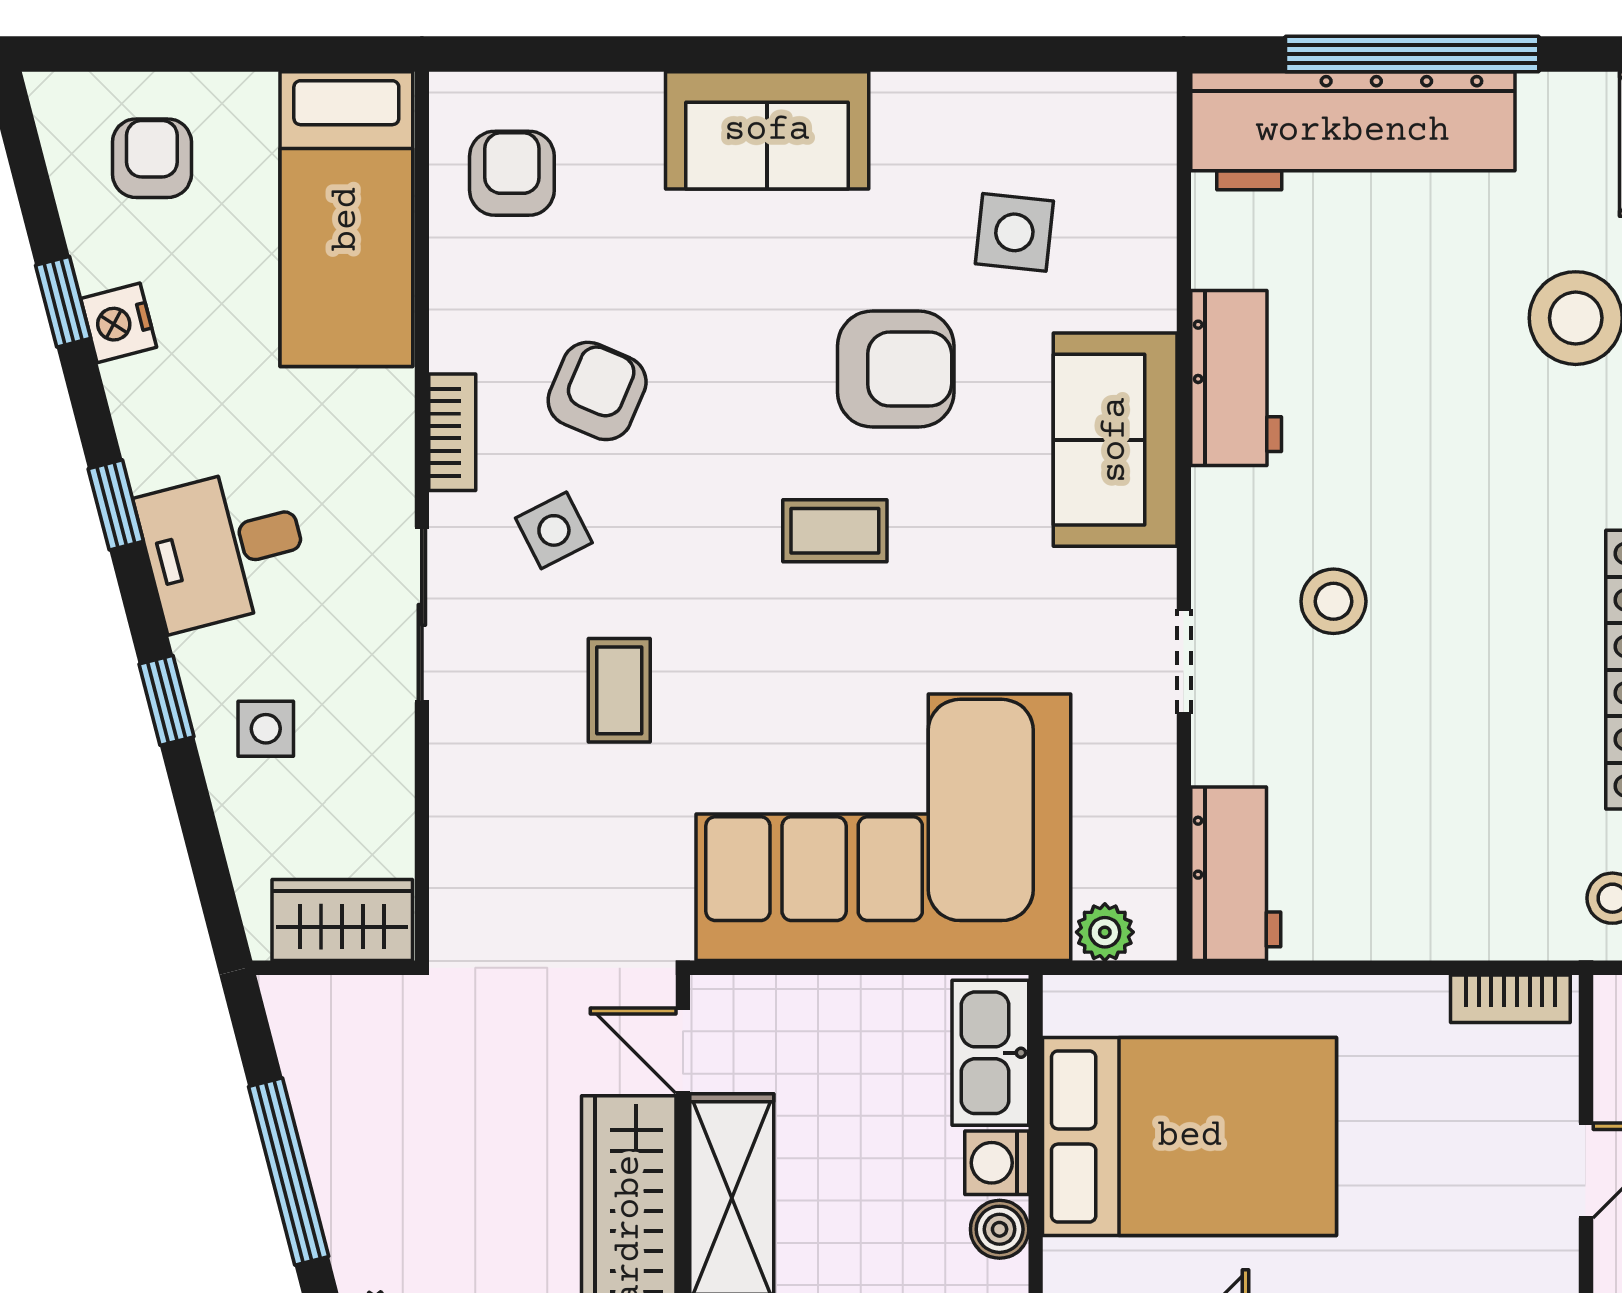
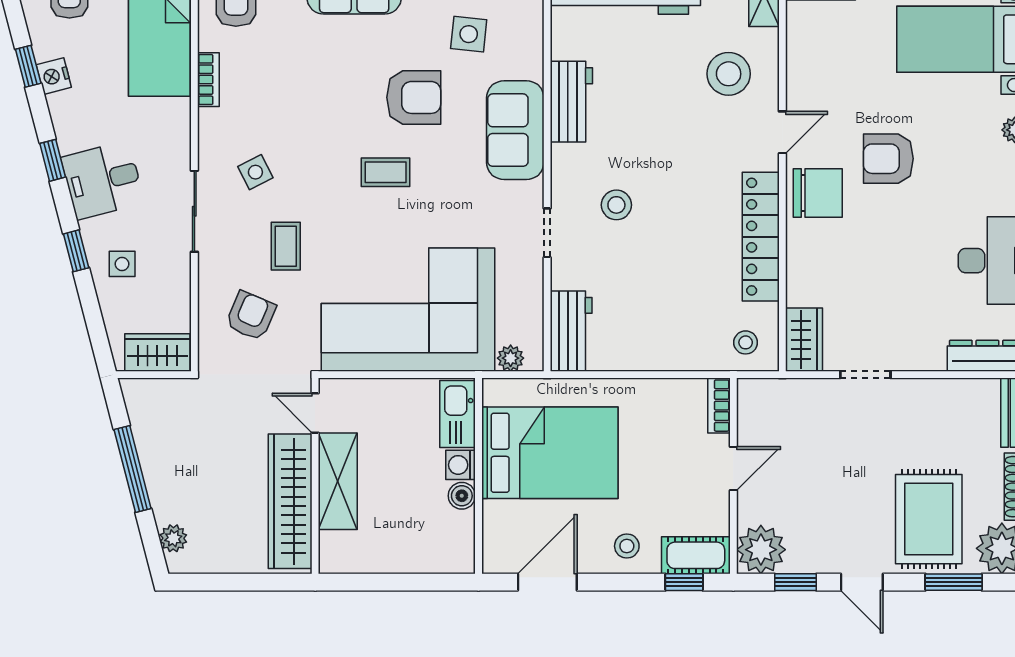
armchair: (597, 391) -> (251, 316), moved
bookcase: (452, 432) -> (208, 80), moved
bookcase: (1510, 999) -> (719, 406), moved, turned 90

